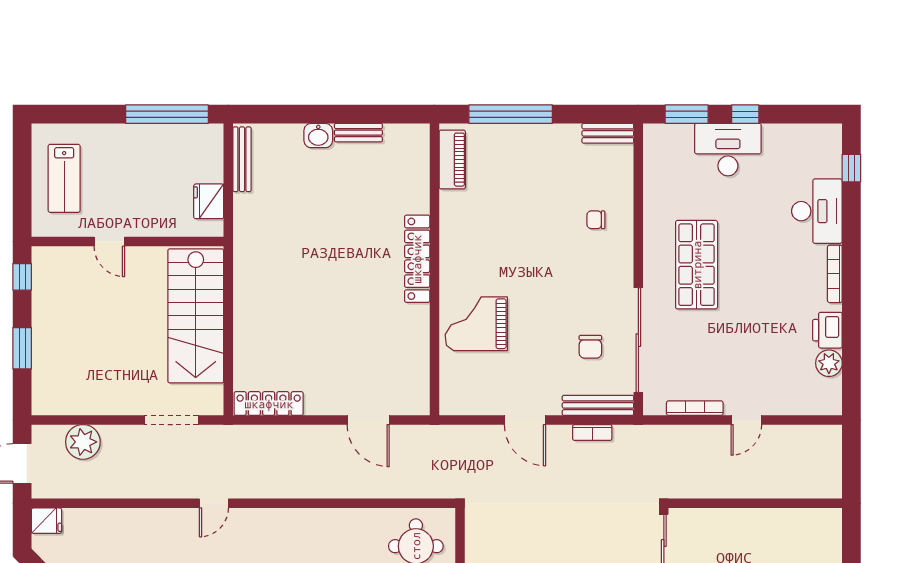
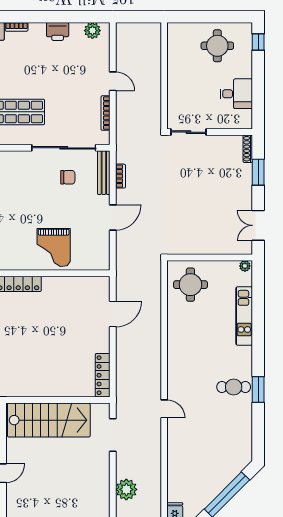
bookcase: (835, 274) -> (17, 27), width x0.64
plant: (829, 363) -> (92, 31), moved

